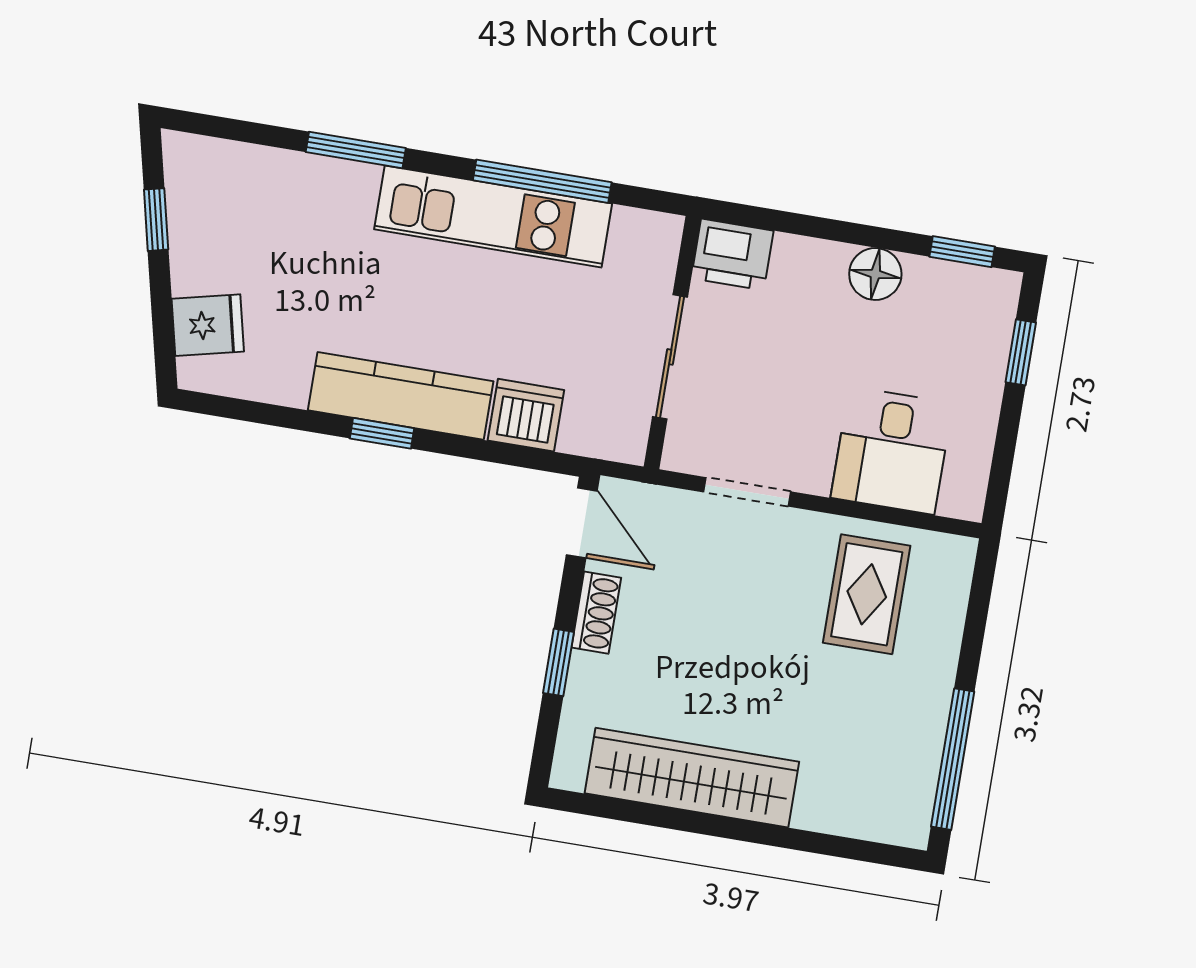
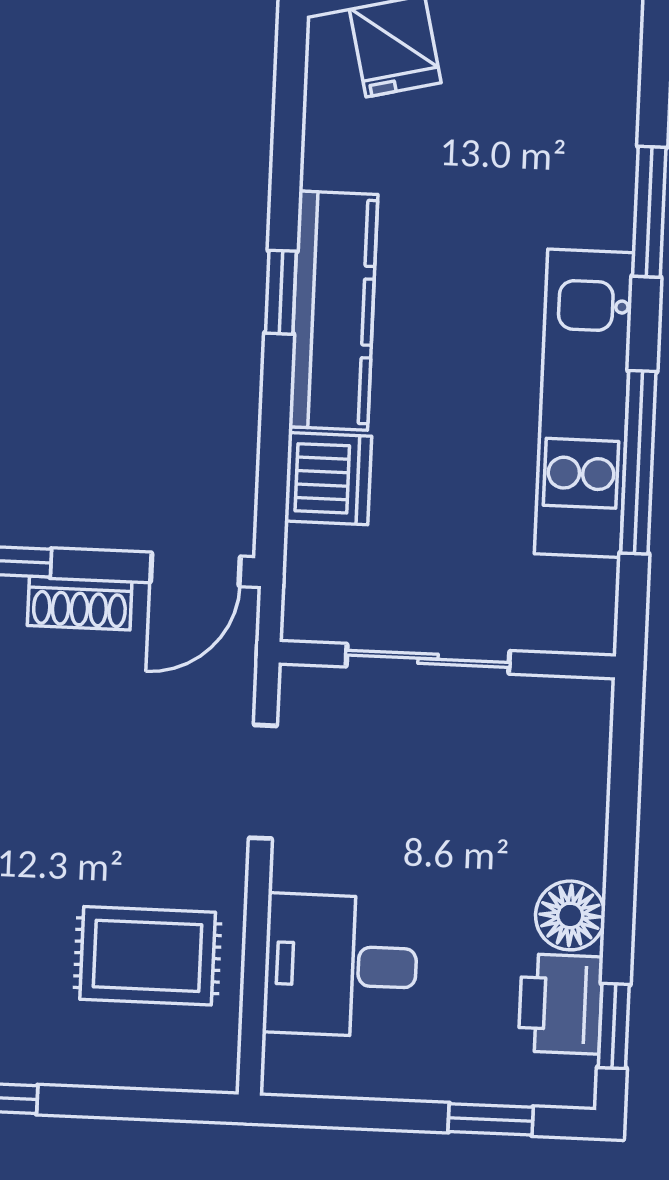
printer: (732, 254) -> (561, 1004), moved

